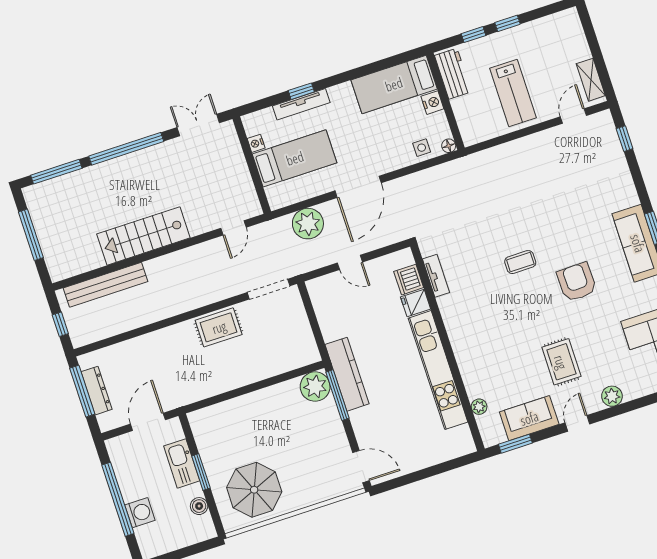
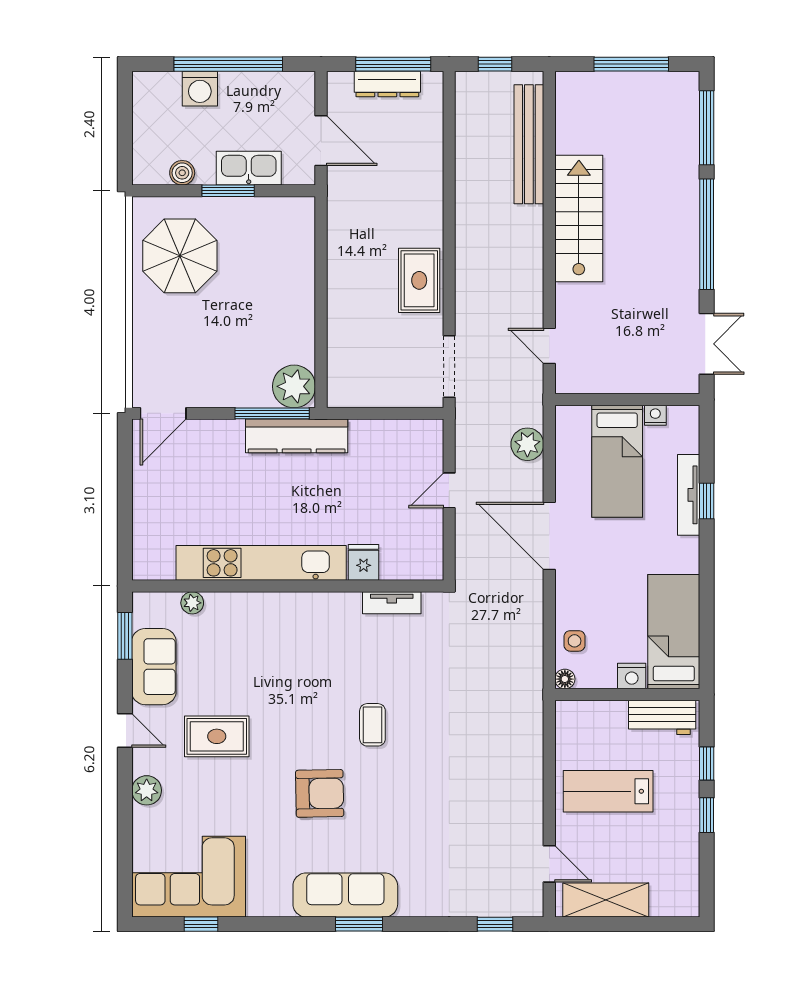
shelving: (591, 80) -> (606, 900), width x1.50, depth x1.33
plant: (308, 224) -> (527, 444), width x0.73, depth x0.73
dishwasher: (409, 280) -> (399, 564), removed

